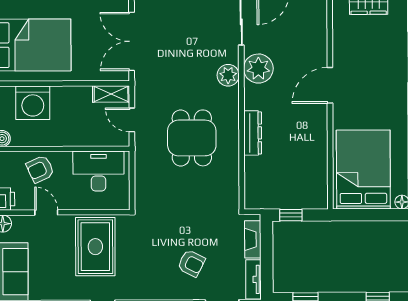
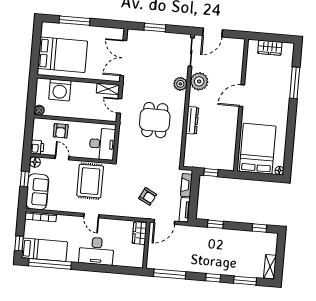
armchair: (40, 169) -> (61, 131), turned -65
desk: (99, 171) -> (102, 144), moved, turned 90

